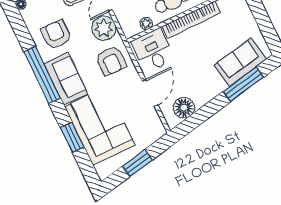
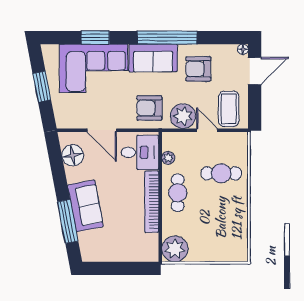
armchair: (56, 35) -> (198, 69), turned 180
sofa: (240, 62) -> (85, 206), moved

